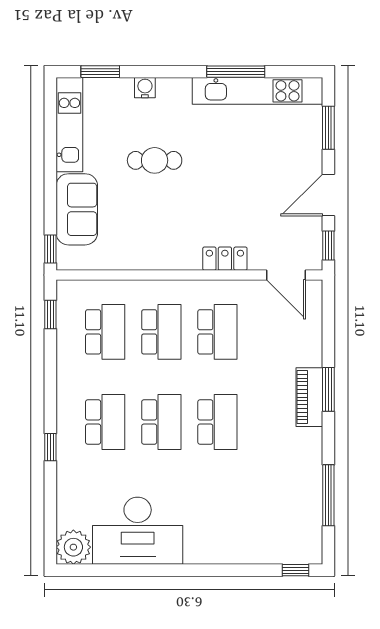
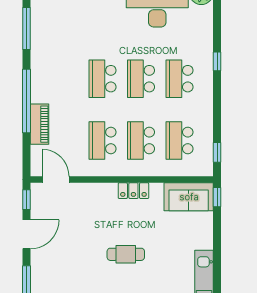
cafe table: (155, 160) -> (126, 254), moved
sofa: (77, 209) -> (189, 197), moved, turned -90
locker: (225, 259) -> (133, 191), moved
window: (328, 389) -> (26, 101), width x2.11
piano: (309, 397) -> (39, 124), moved

